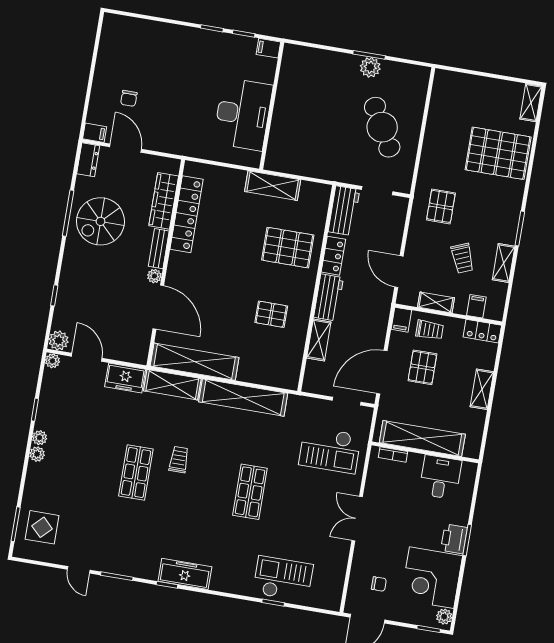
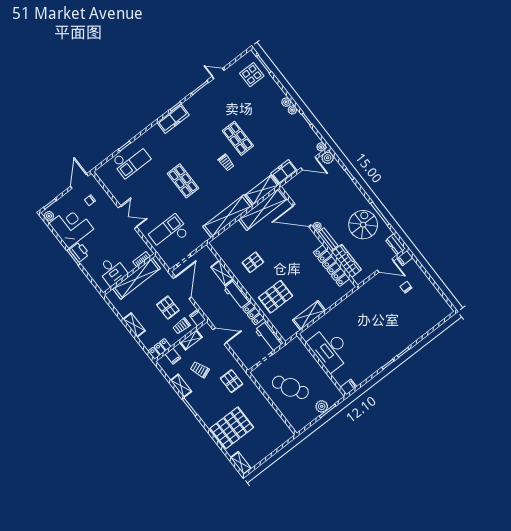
filing cabinet: (268, 48) -> (349, 387), moved
wall: (272, 106) -> (322, 365), moved
desk: (243, 114) -> (330, 349), moved

